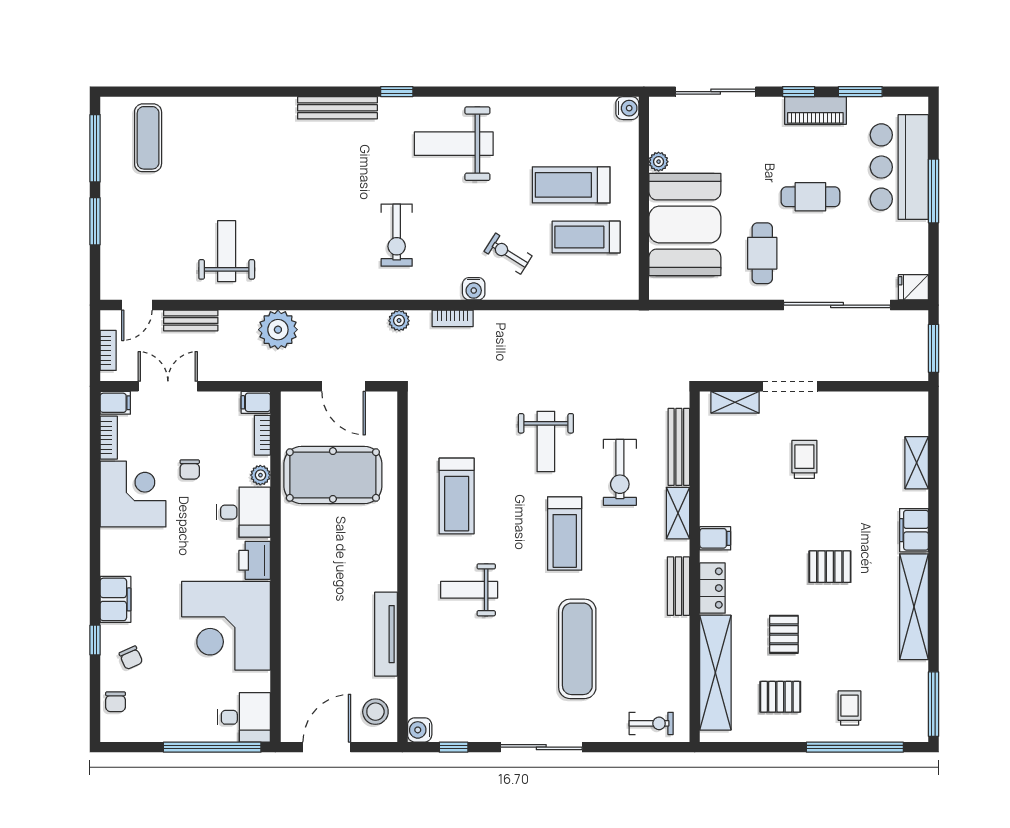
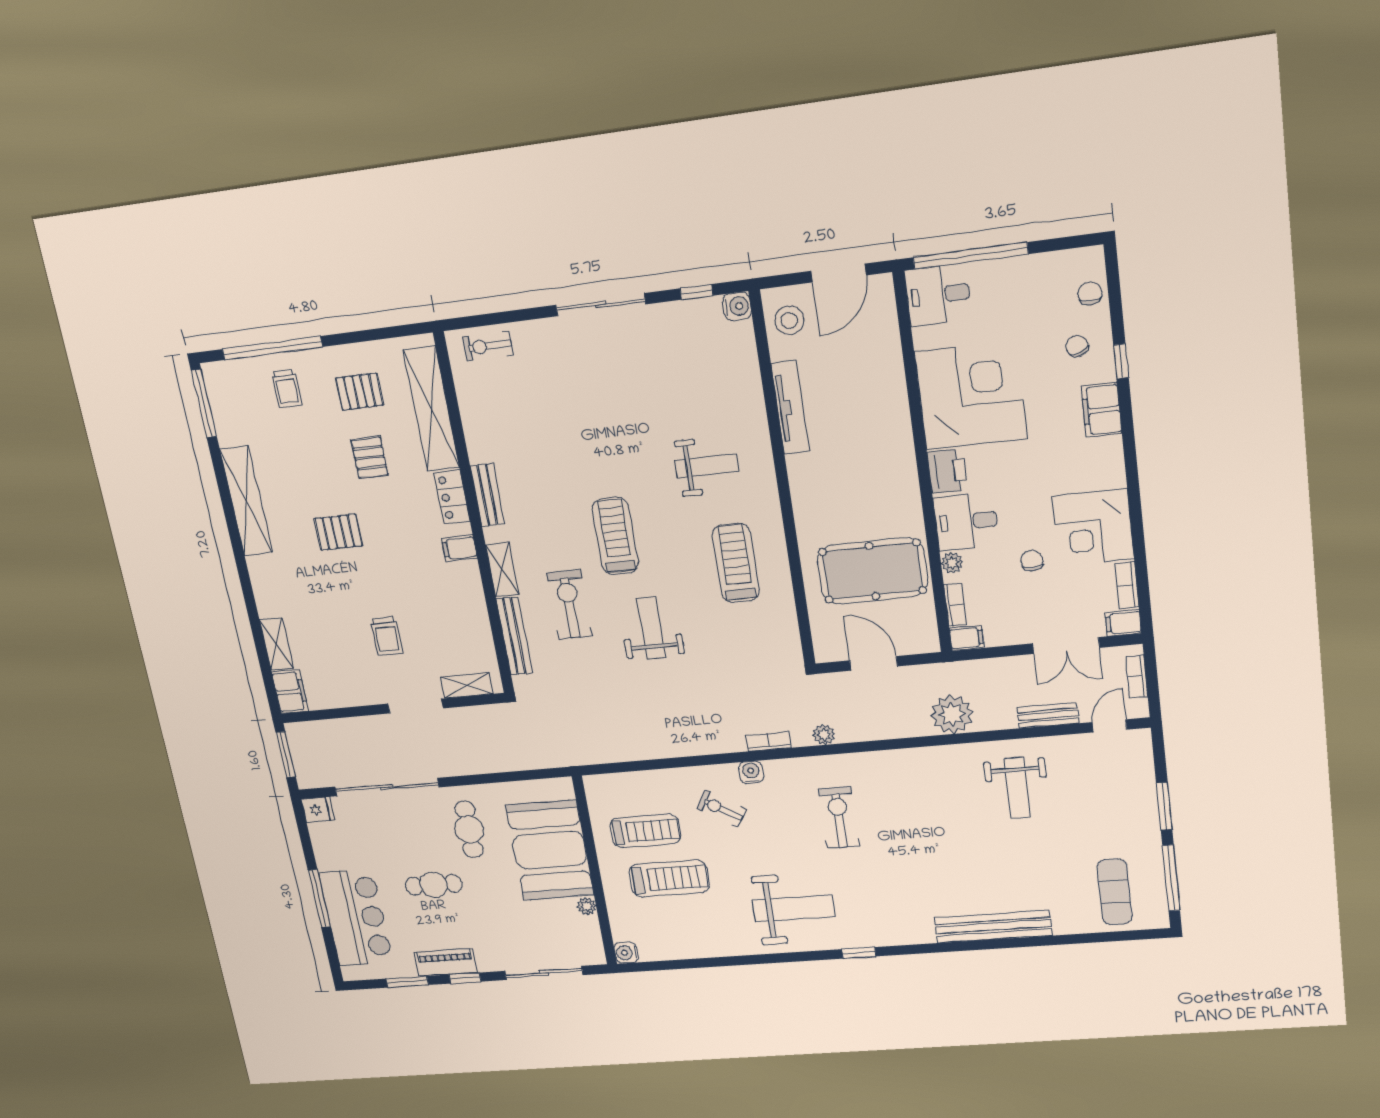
bench: (337, 108) -> (993, 927), moved, width x1.37, depth x1.21
exercise bike: (508, 254) -> (721, 809), turned 180
filing cabinet: (914, 530) -> (290, 692), moved
exercise mat: (577, 649) -> (581, 417), removed

